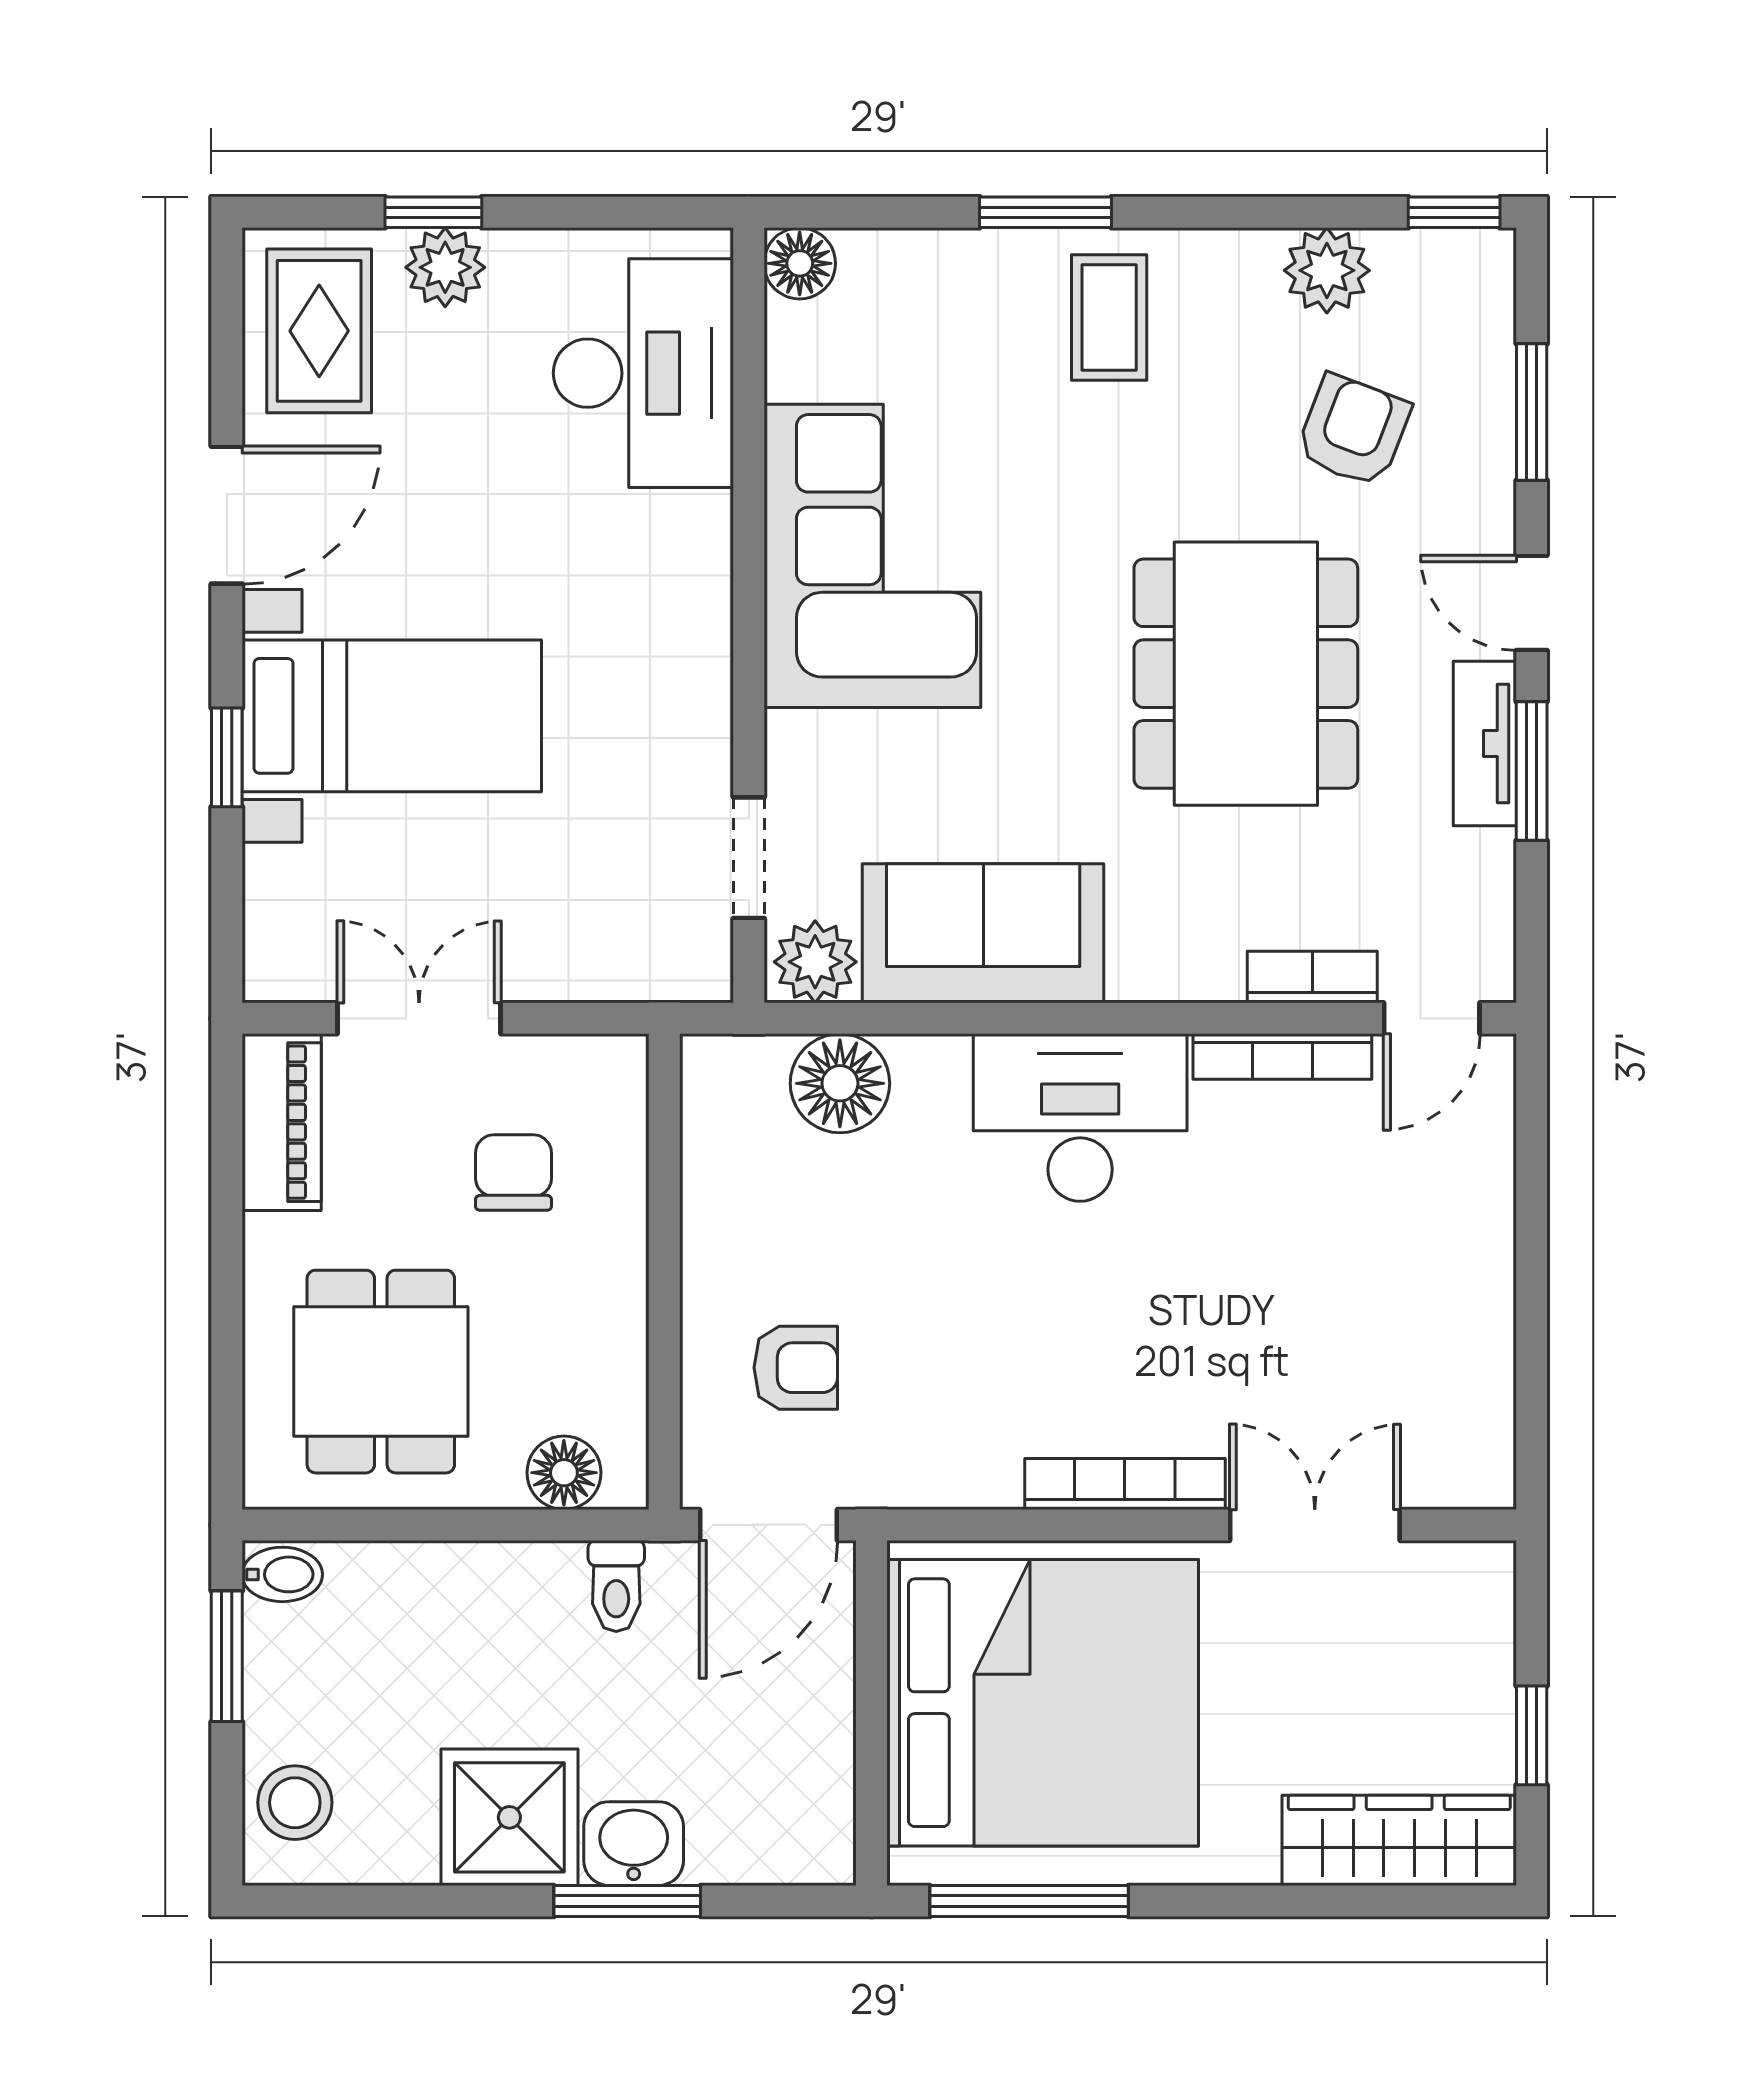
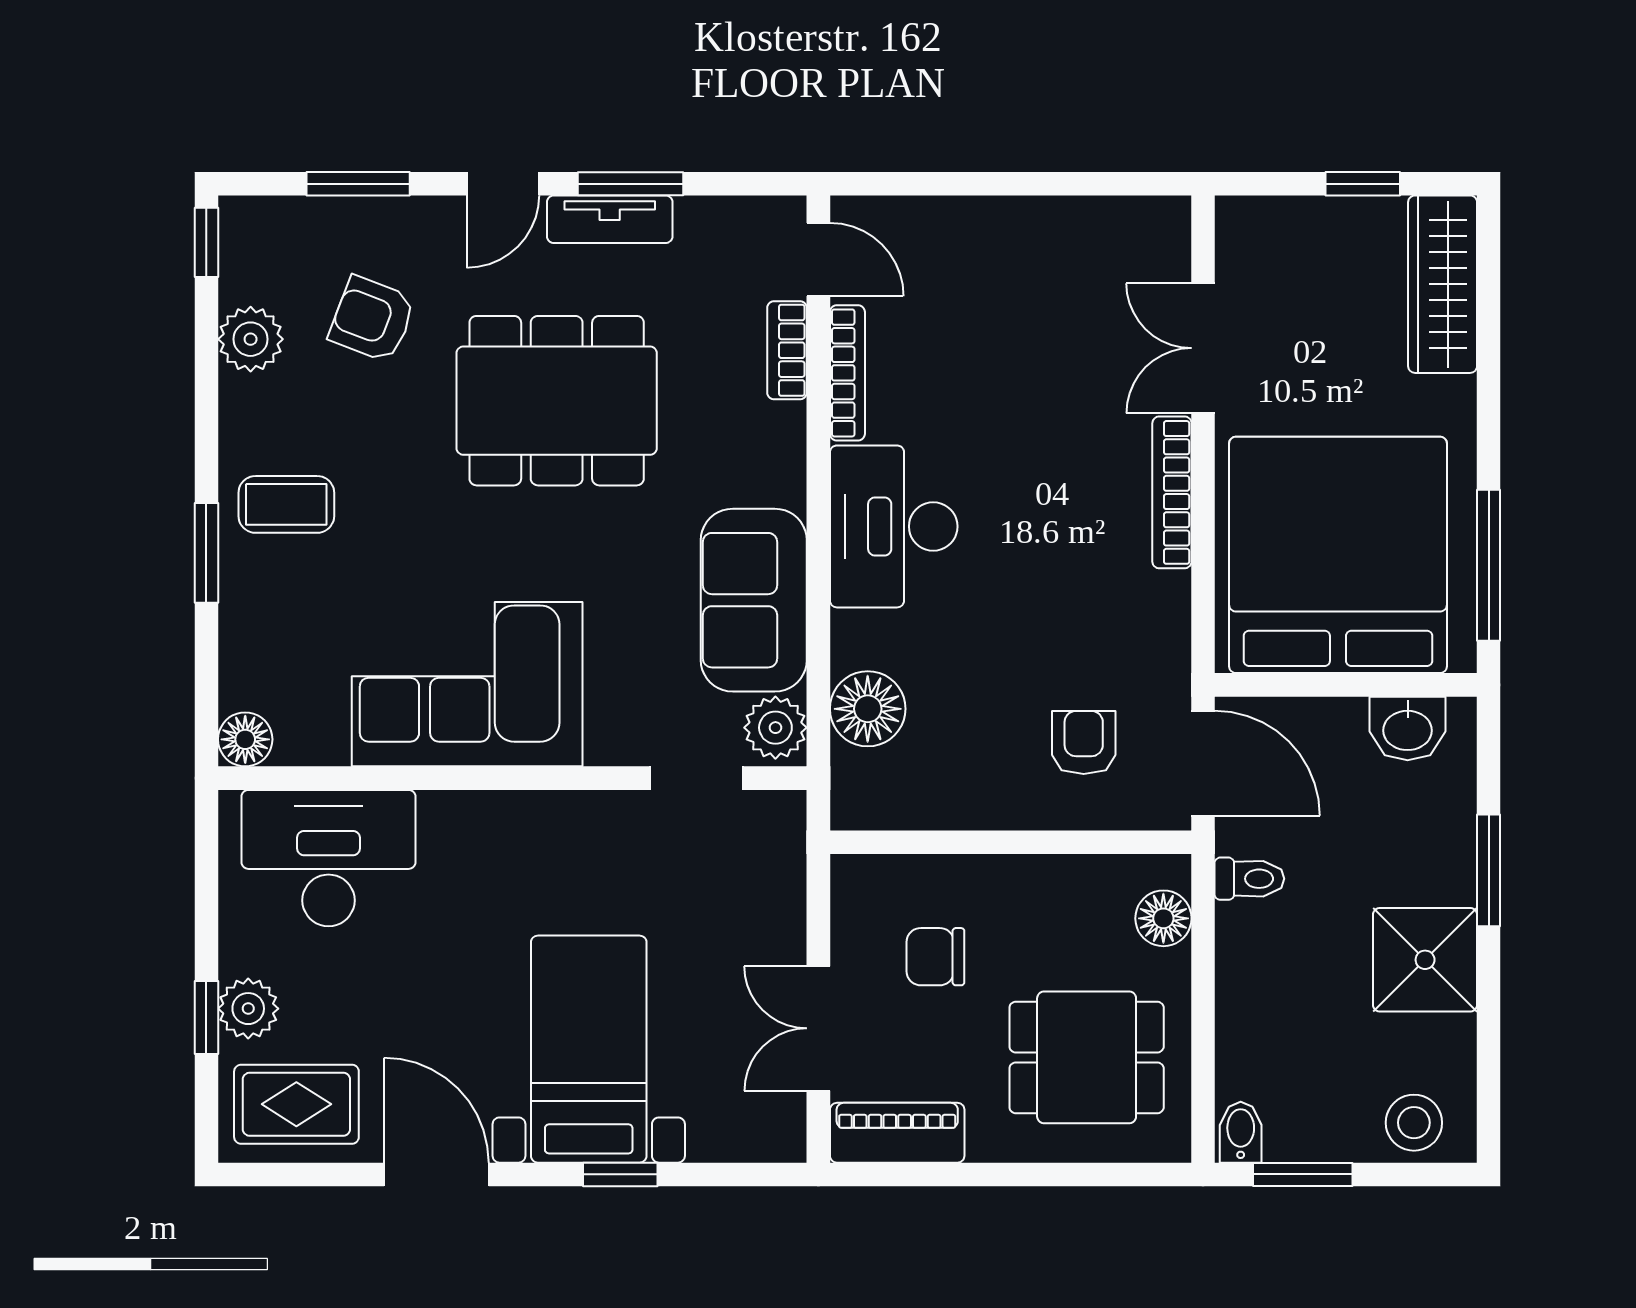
washbasin: (634, 1844) -> (1408, 728), moved, turned -90

